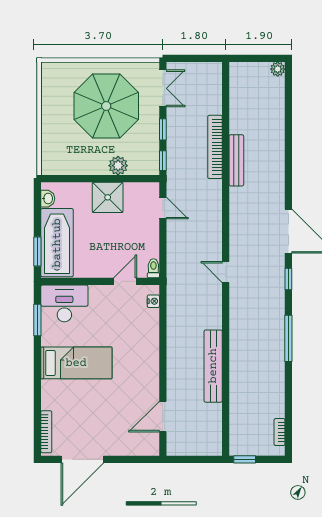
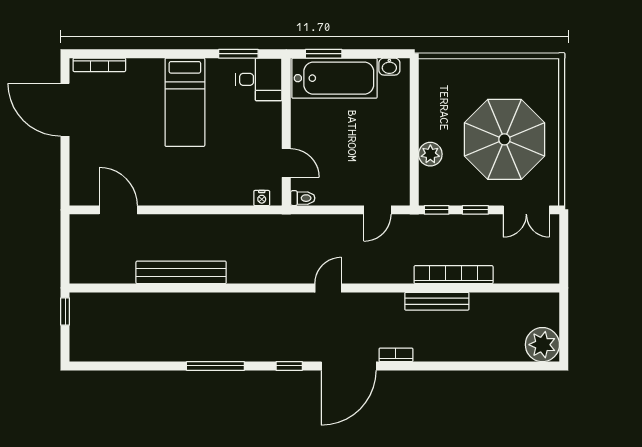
plant: (278, 69) -> (542, 345), width x1.87, depth x1.87
shower: (108, 197) -> (391, 141), removed
door: (226, 272) -> (328, 288), moved
desk: (64, 303) -> (259, 79), width x0.73
bookcase: (280, 432) -> (396, 355), moved

